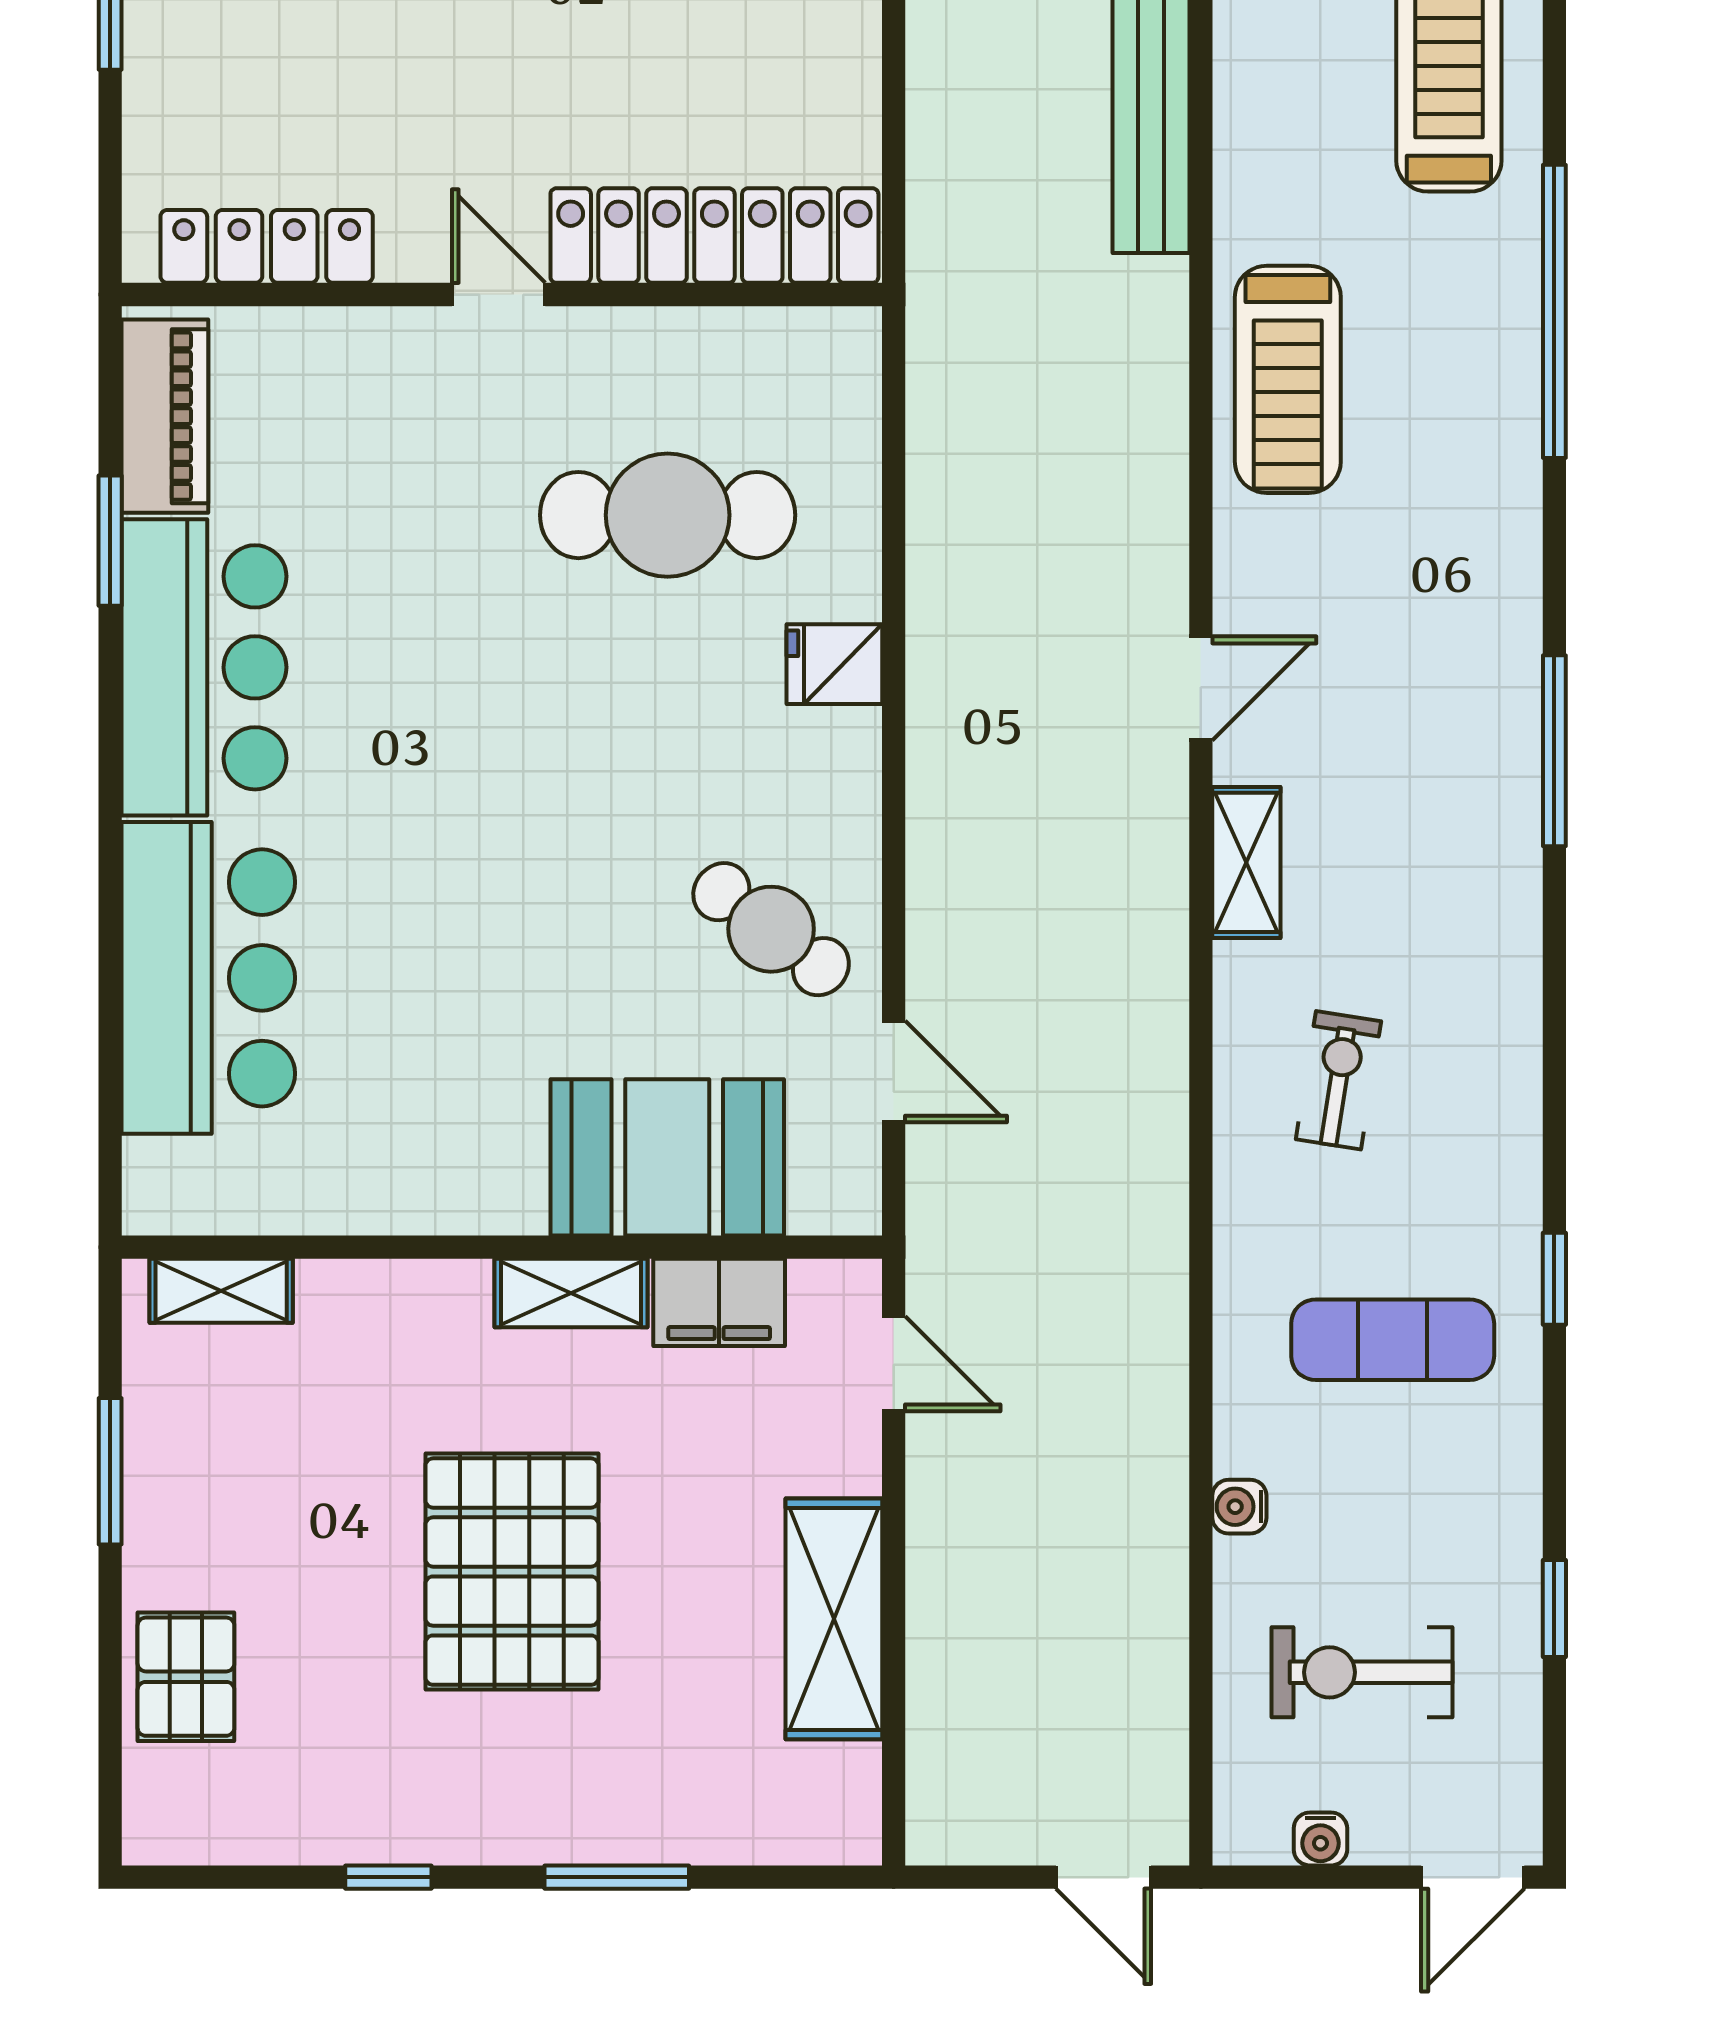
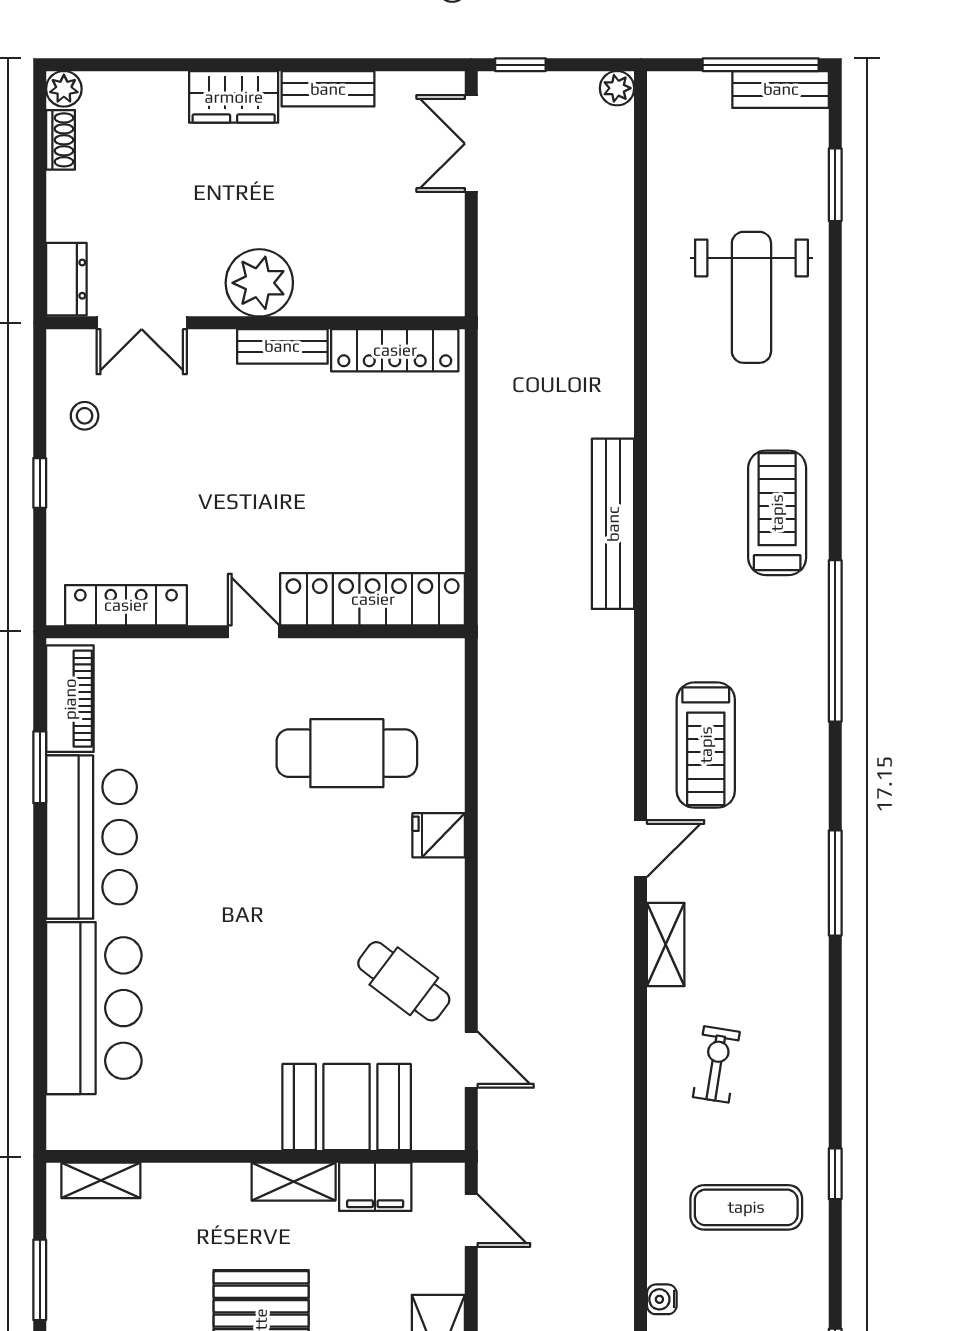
treadmill: (1288, 379) -> (706, 745), moved

